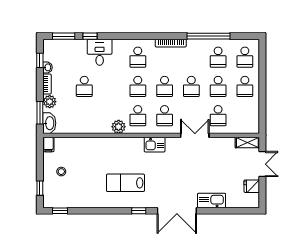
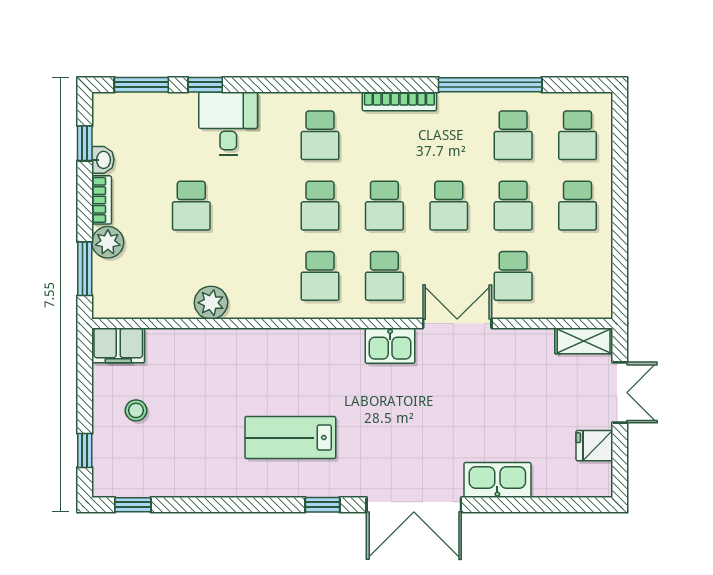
washbasin: (49, 123) -> (107, 294), removed
plant: (119, 127) -> (211, 303), moved
filing cabinet: (48, 144) -> (118, 345), width x2.00
kitchen sink: (155, 145) -> (390, 346), moved

